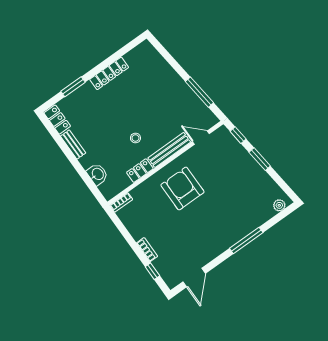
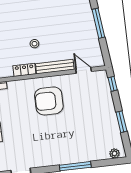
window: (199, 92) -> (98, 23), moved
window: (260, 159) -> (121, 122), moved
armchair: (182, 188) -> (49, 101), turned -90

